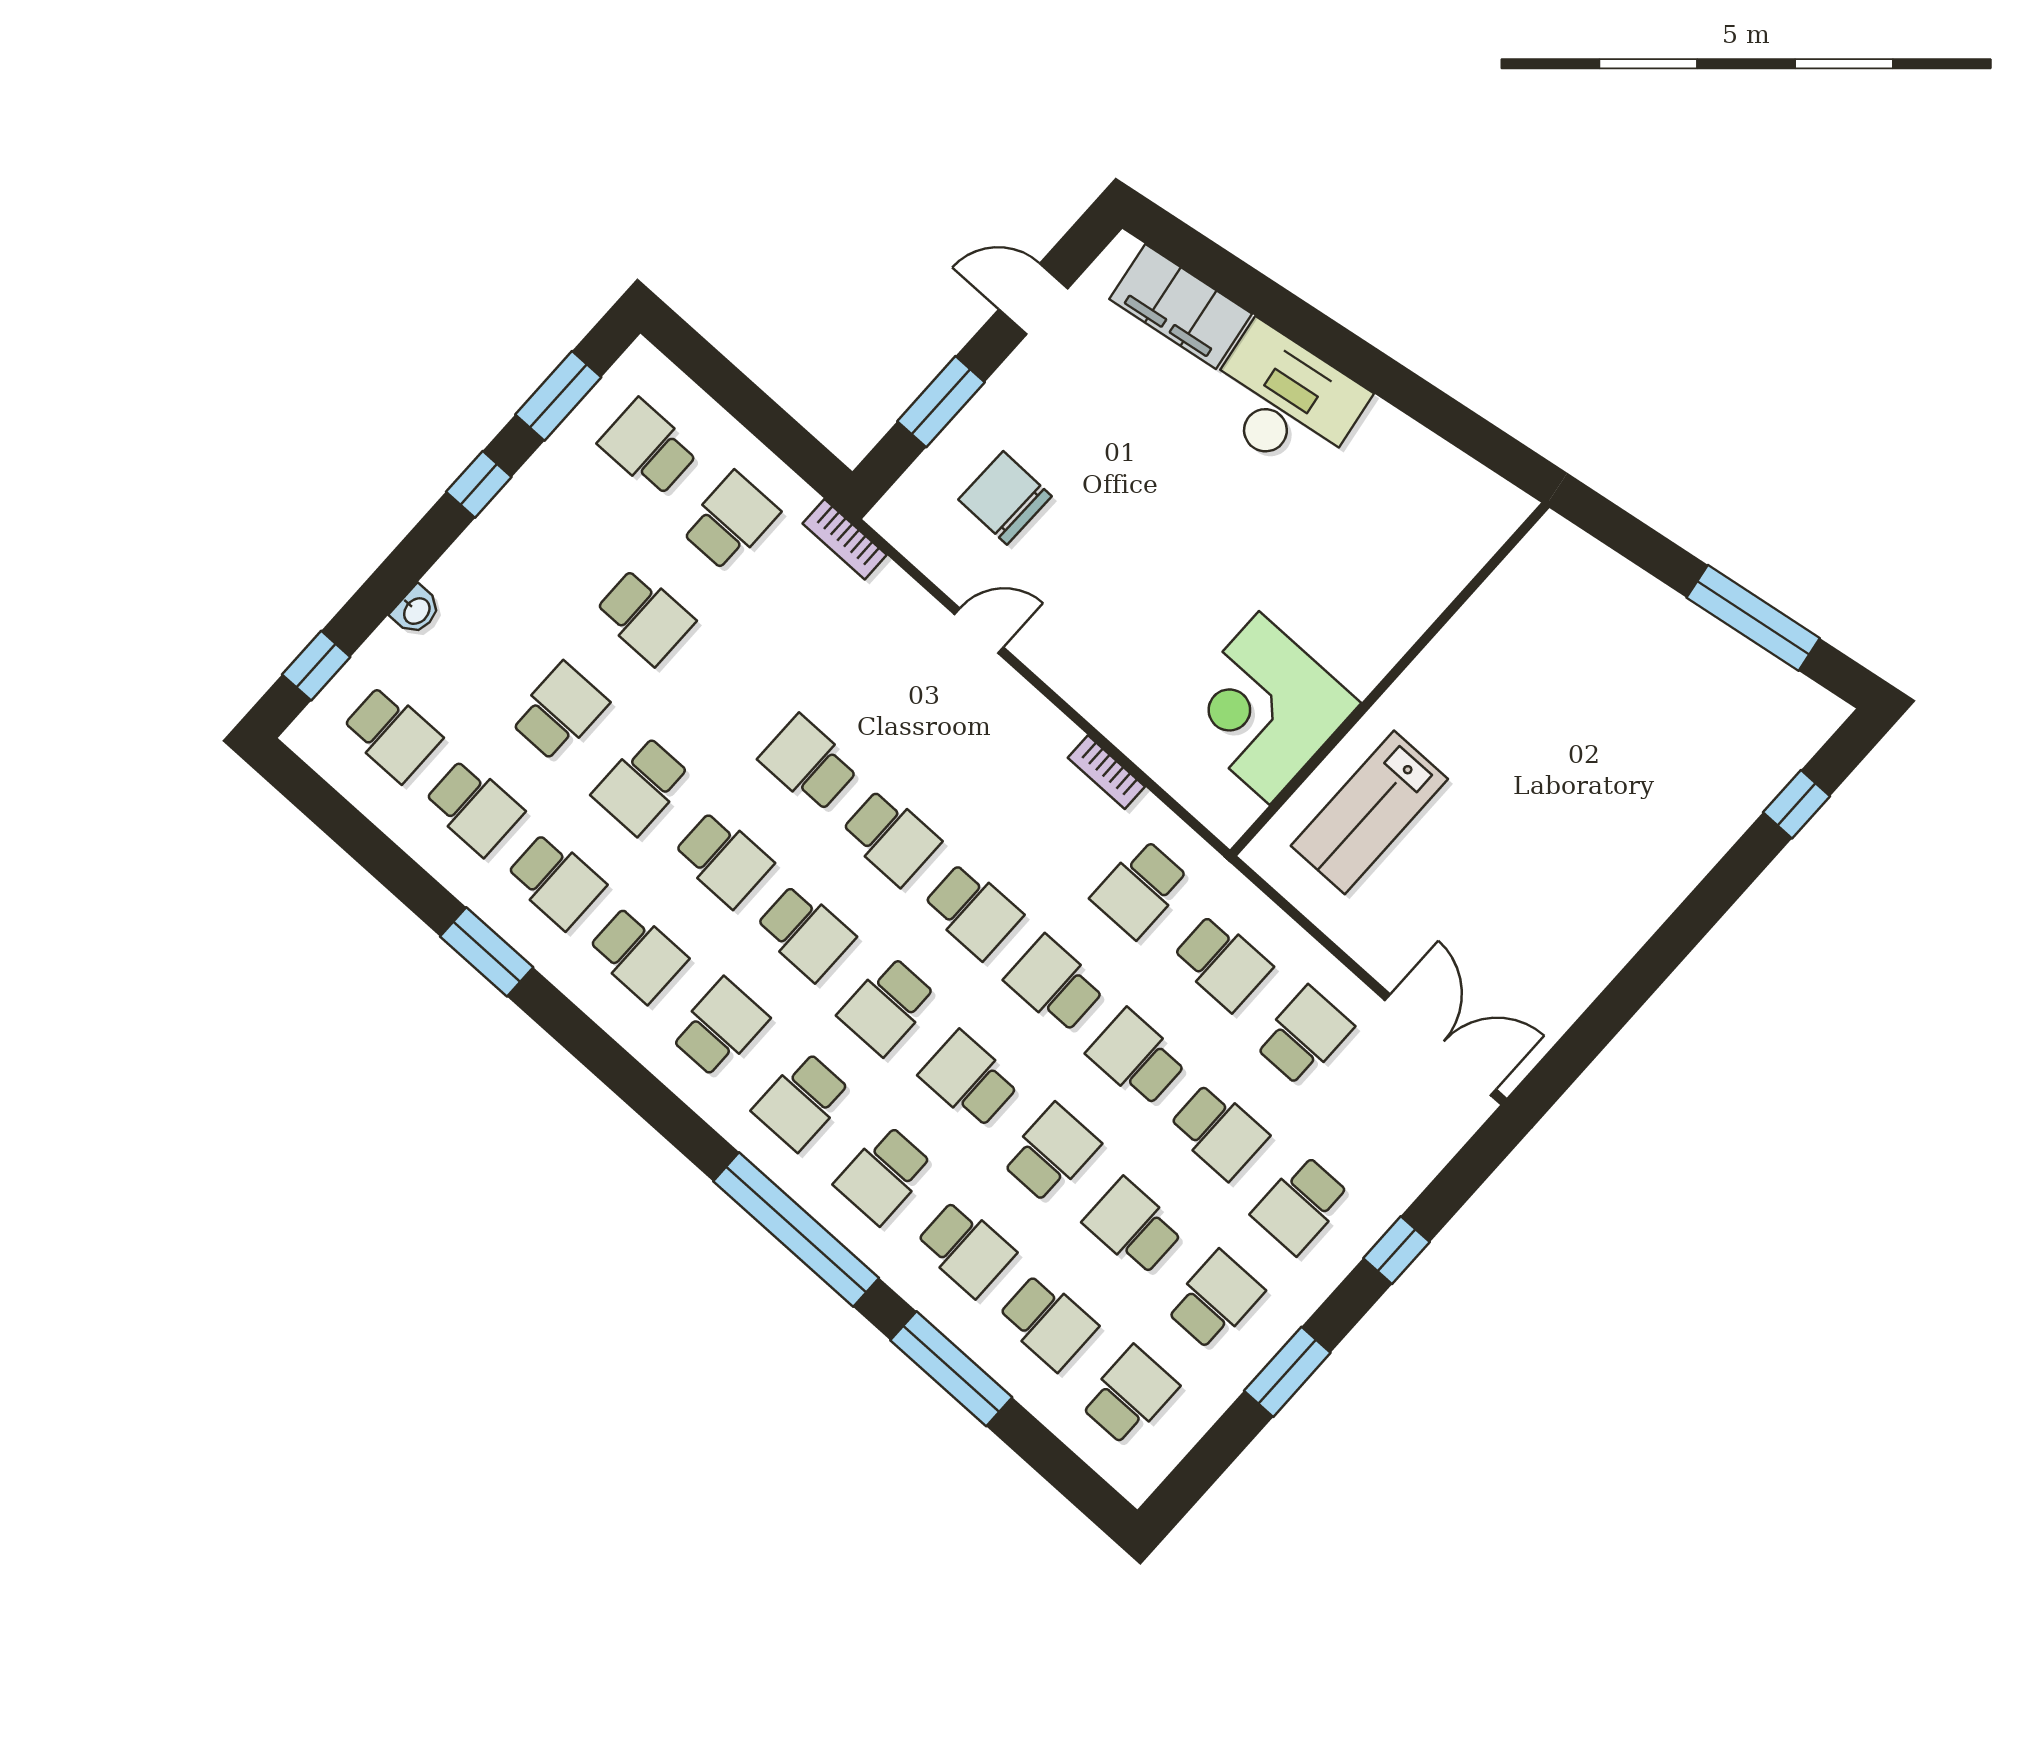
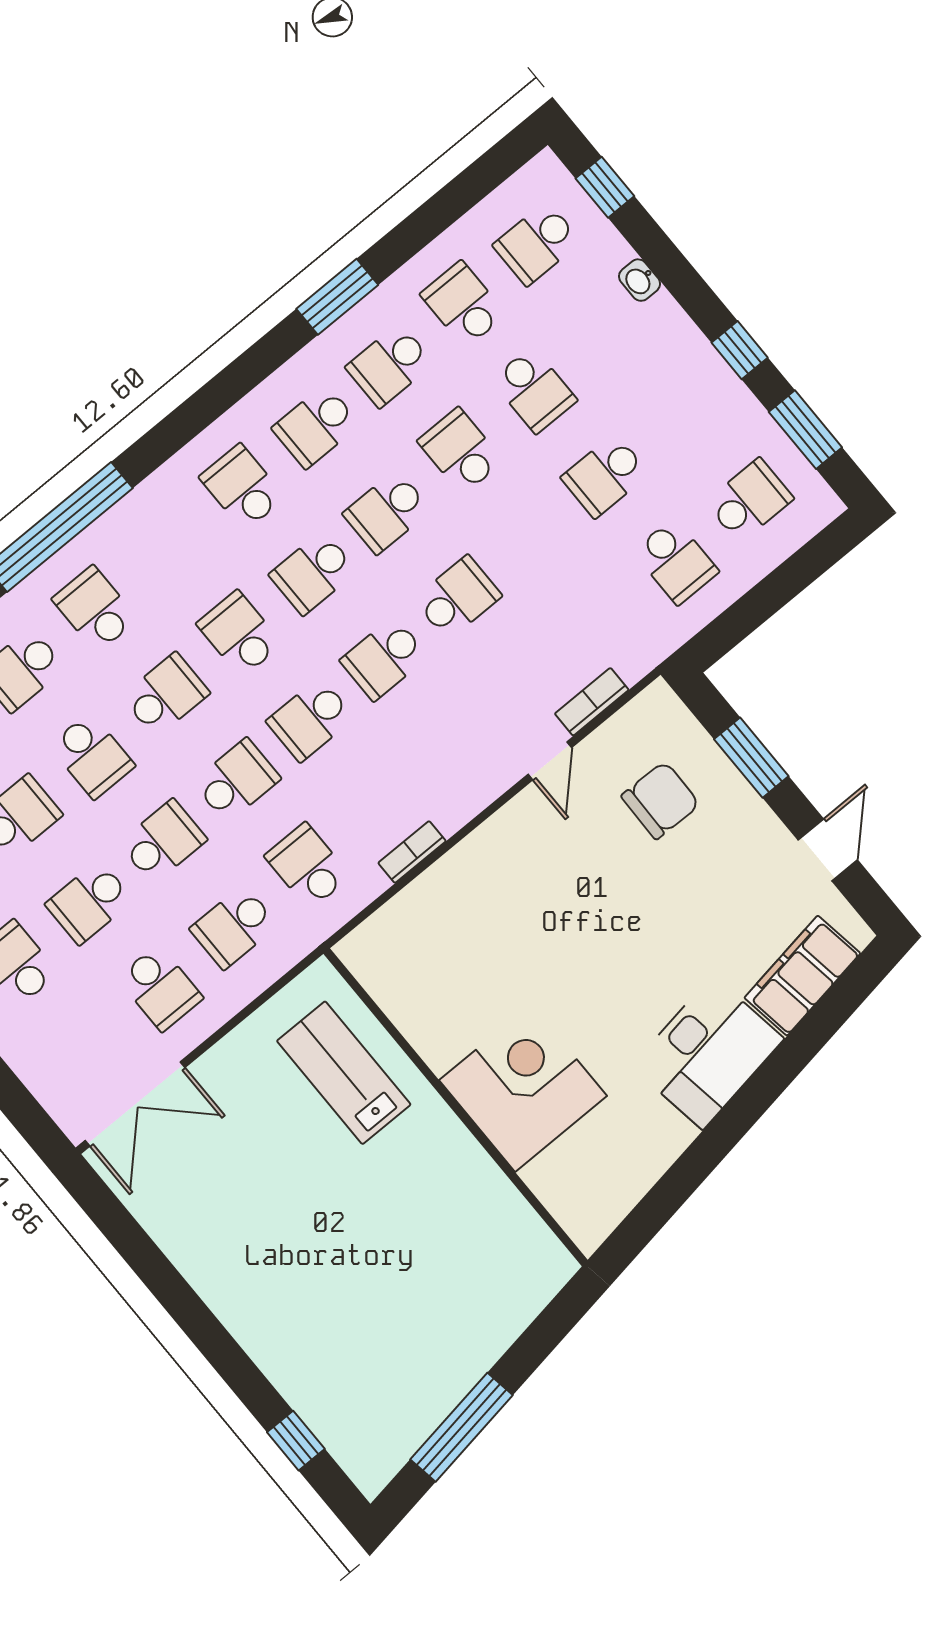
bookcase: (845, 539) -> (592, 702), moved
corner desk: (1264, 708) -> (523, 1088), moved
school desk: (474, 807) -> (463, 304), turned 90
school desk: (720, 1028) -> (242, 487), turned 180
school desk: (802, 1101) -> (169, 548), removed

